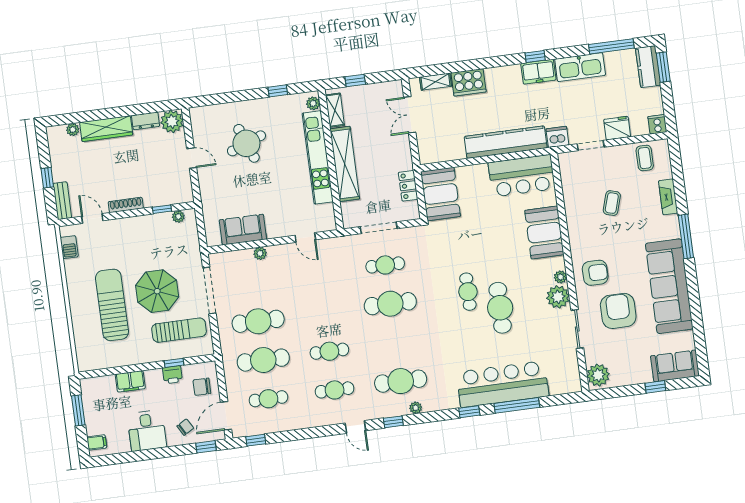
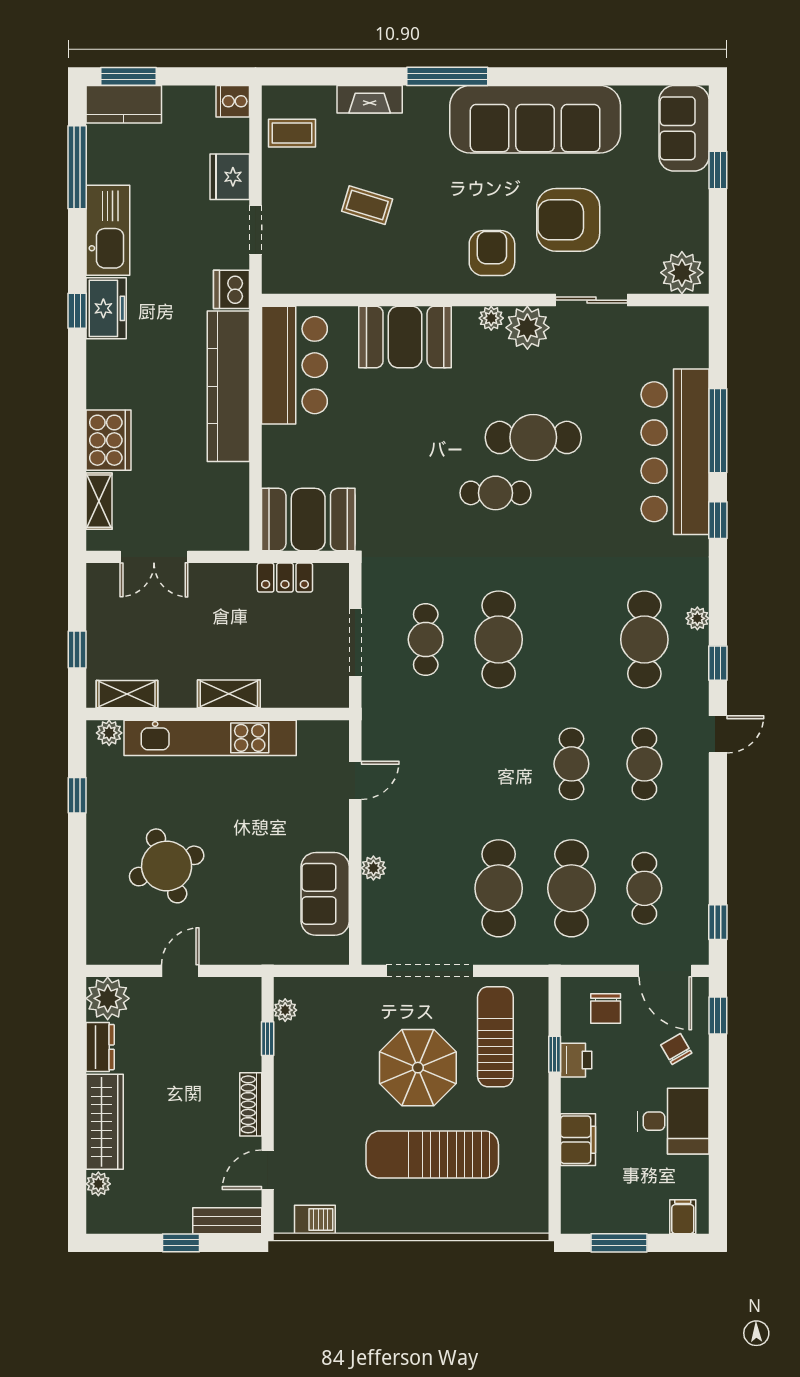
shelving: (345, 164) -> (229, 694), width x0.45, depth x0.75

